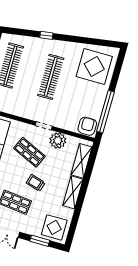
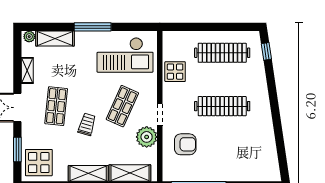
window: (46, 35) -> (266, 51), moved
display table: (94, 67) -> (175, 72), moved, width x0.54, depth x0.54
armchair: (87, 126) -> (185, 144), moved

